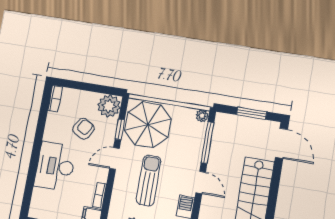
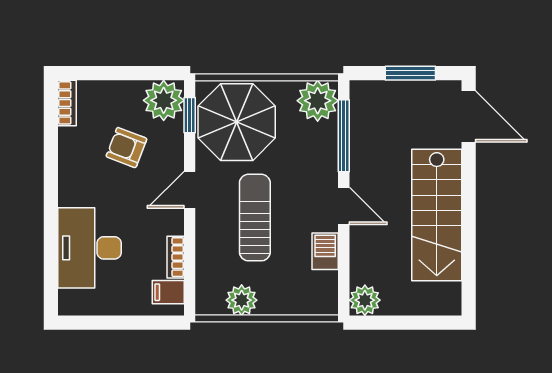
plant: (202, 116) -> (318, 101), width x1.87, depth x1.87
armchair: (83, 129) -> (126, 148), turned -100
window: (120, 129) -> (190, 115), moved
desk: (55, 166) -> (89, 248), moved

